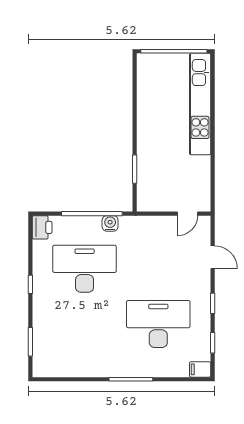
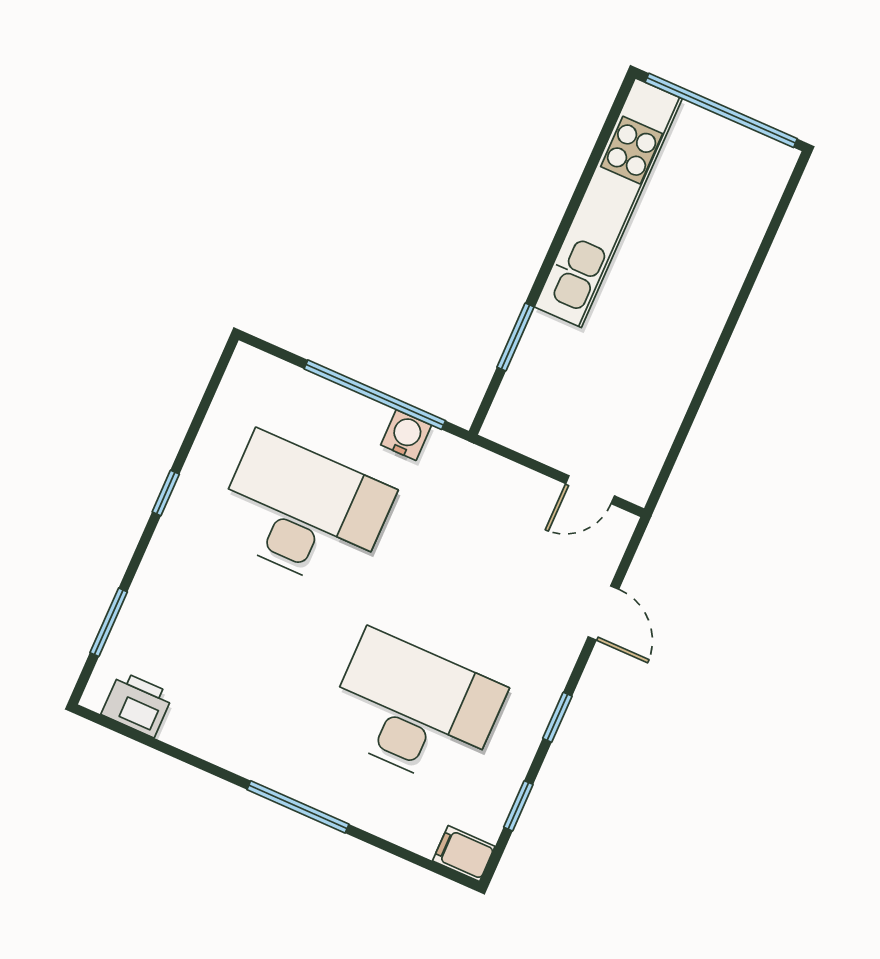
kitchen unit: (200, 104) -> (608, 203), moved, turned 180
printer: (42, 227) -> (137, 704), moved, turned -90

